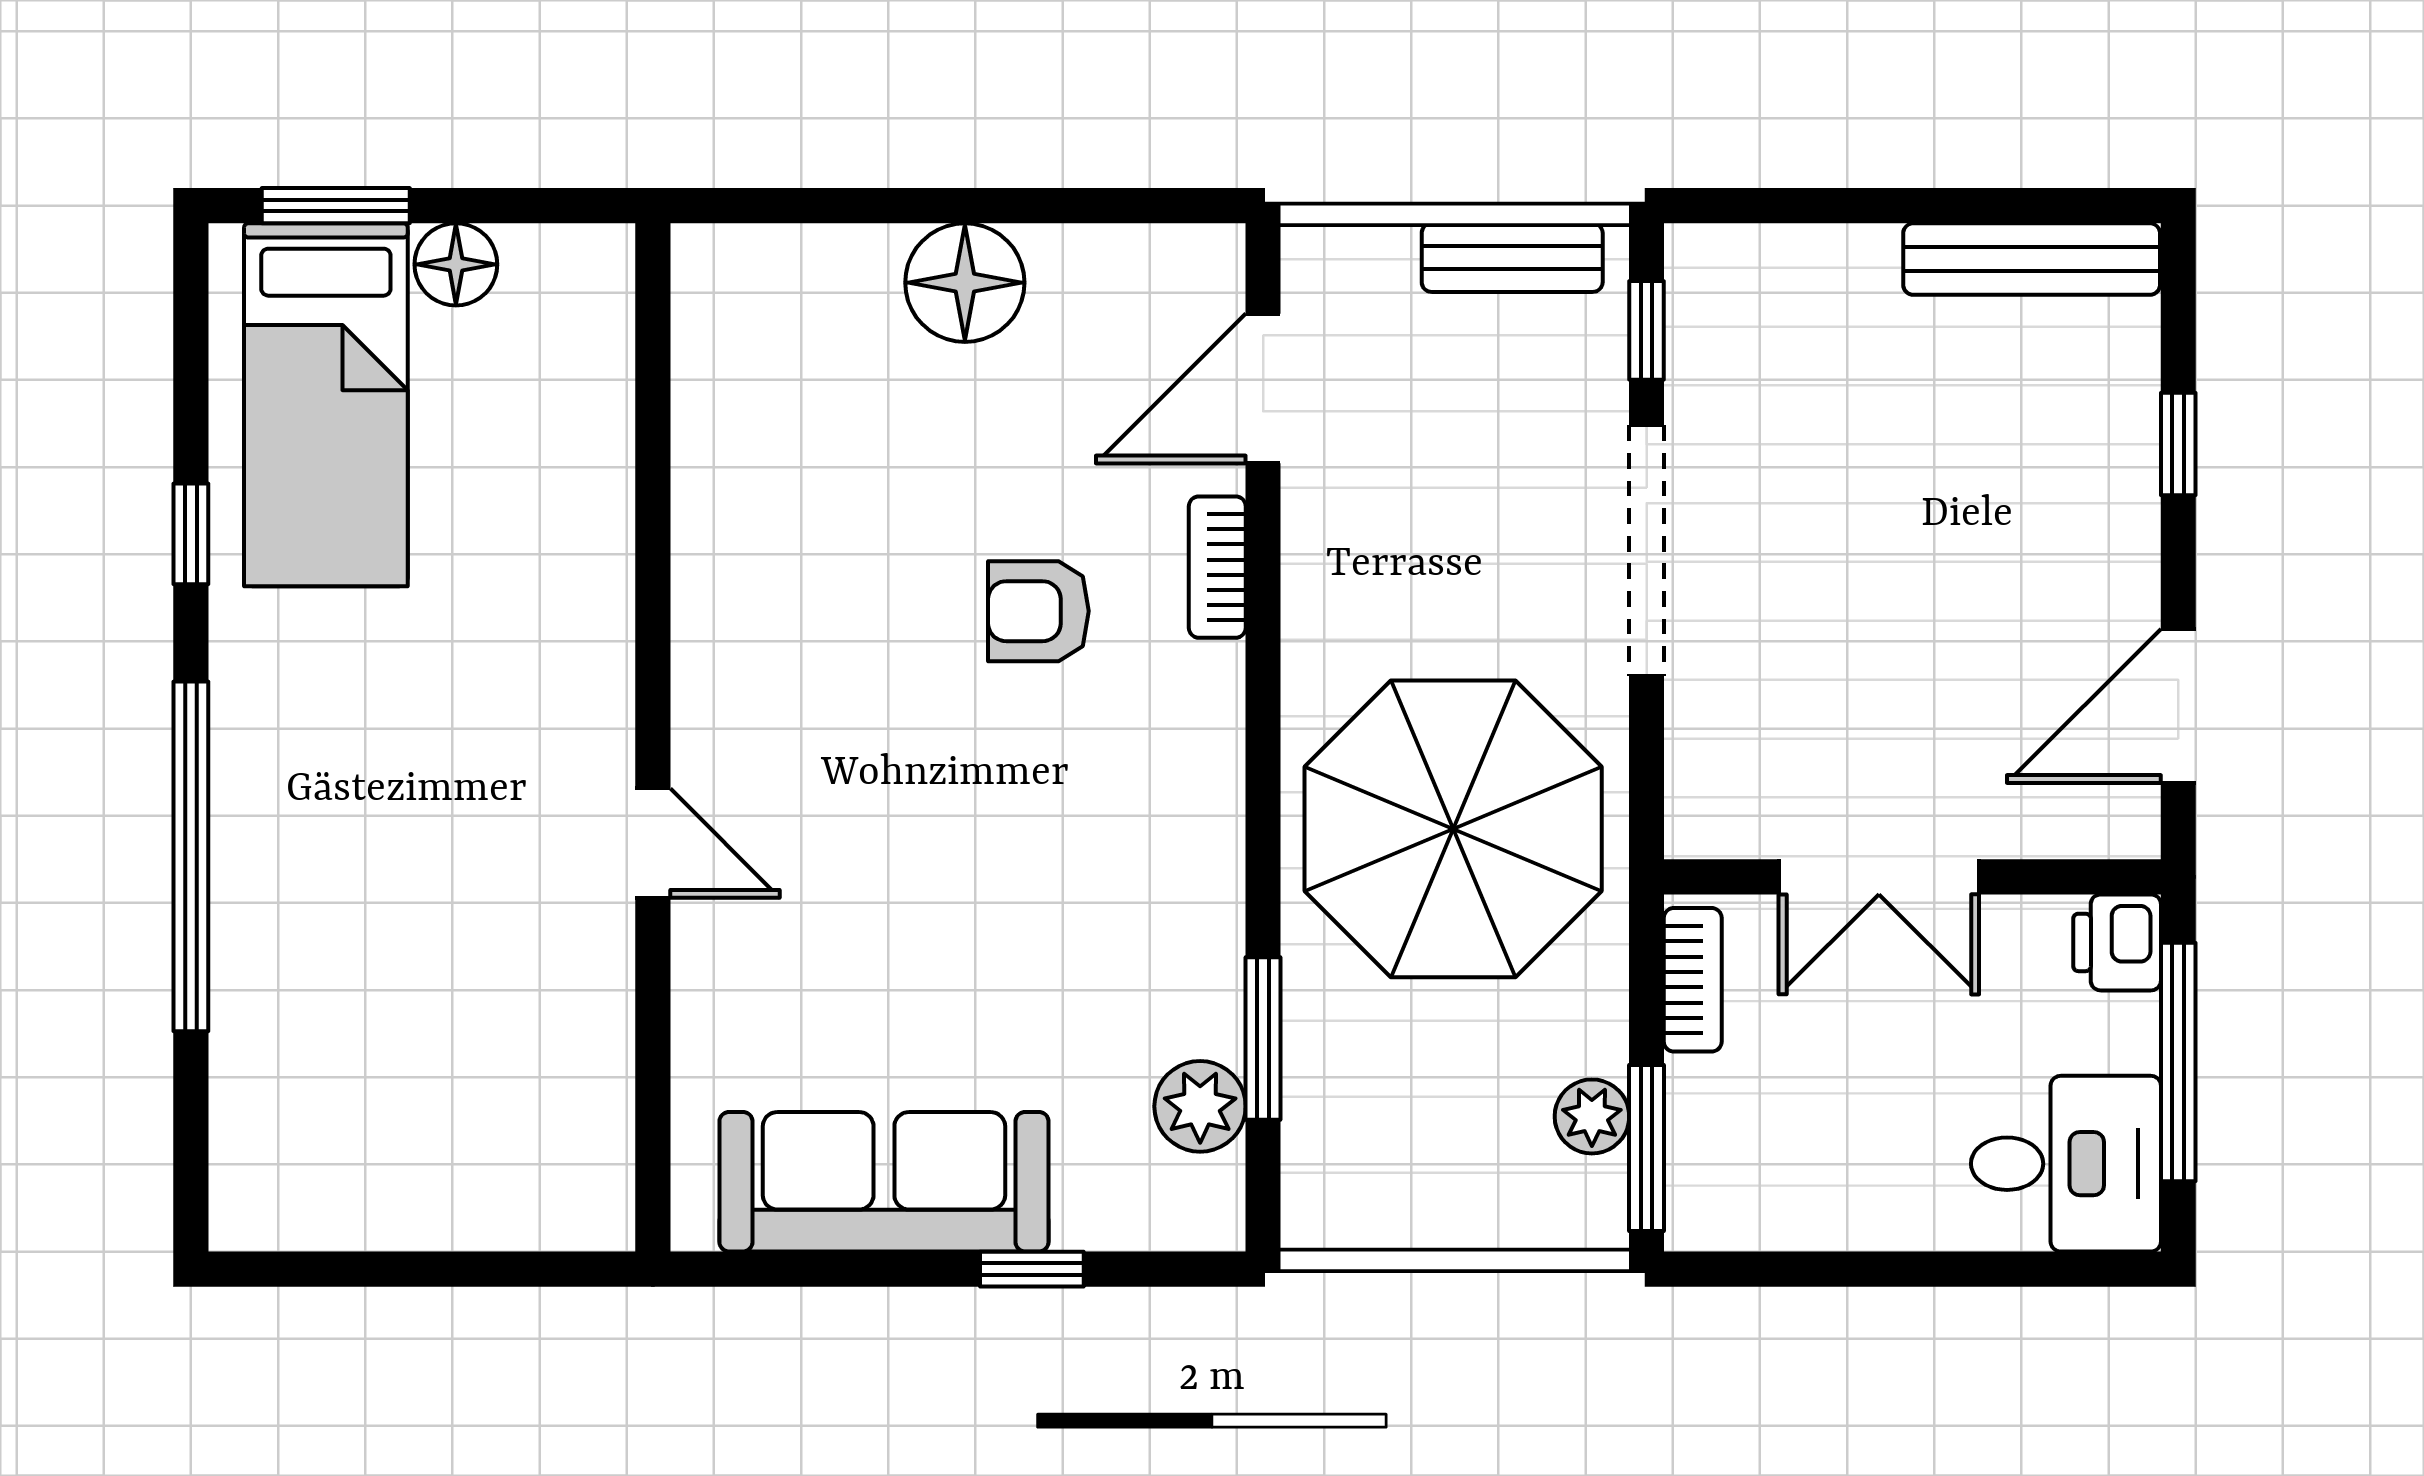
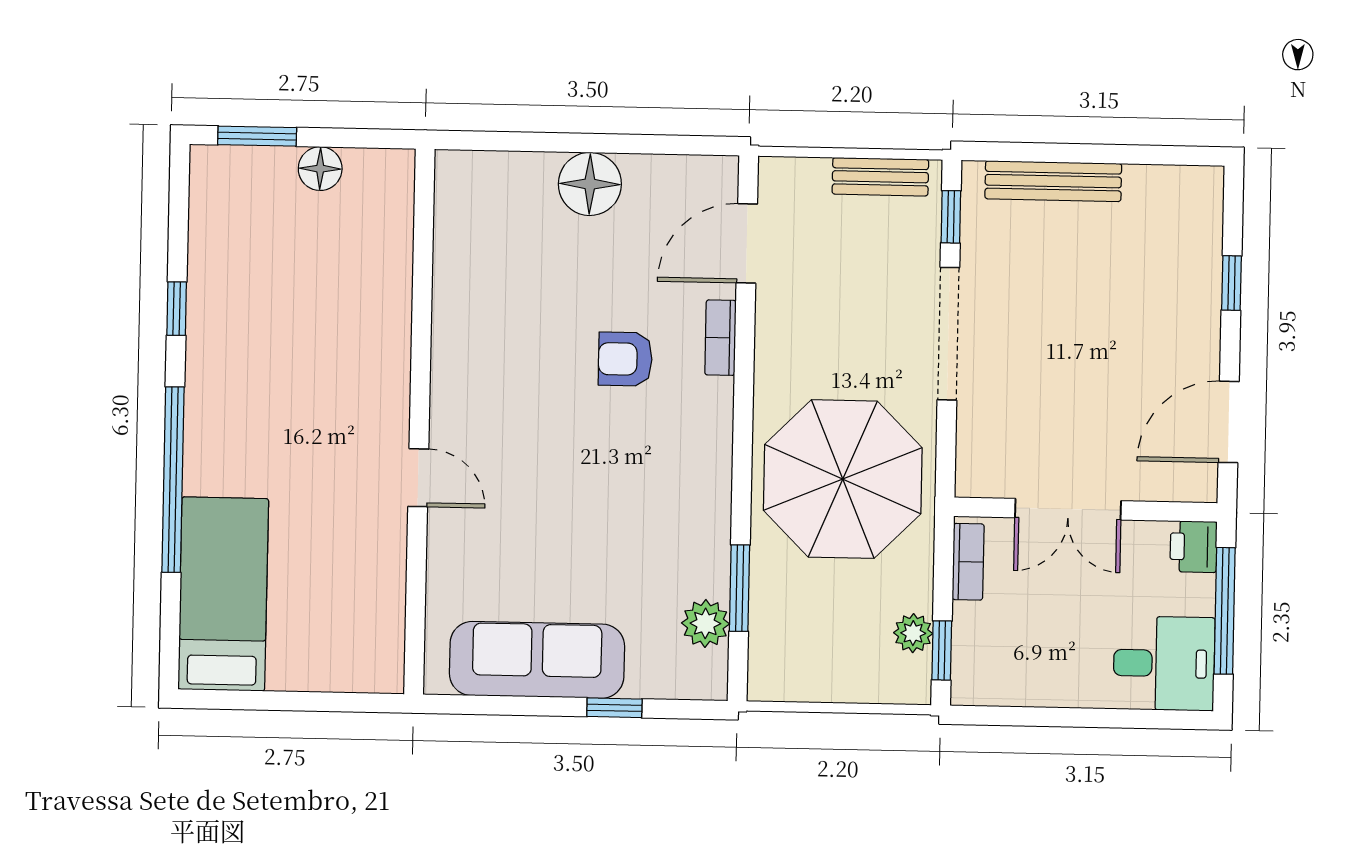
bench: (2032, 259) -> (1053, 181), moved
bed: (326, 405) -> (223, 594), moved, turned 180
window: (1647, 1148) -> (942, 650), width x0.67

